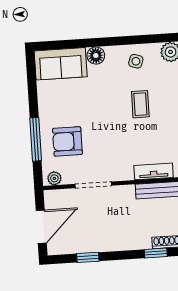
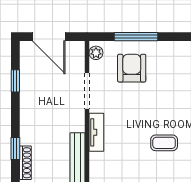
tv unit: (154, 171) -> (96, 132), moved

